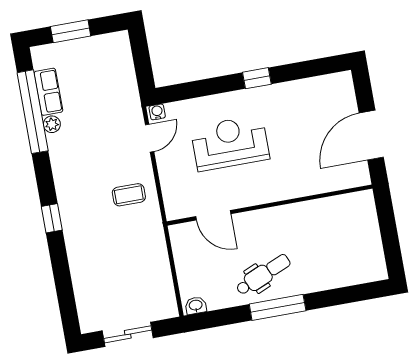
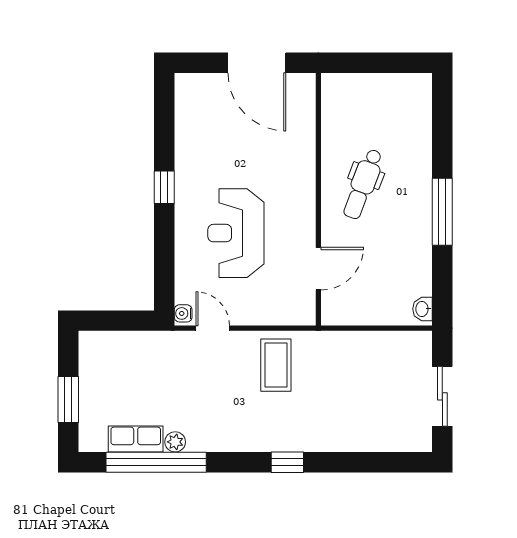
coffee table: (129, 195) -> (276, 365), width x1.36, depth x1.30
dental chair: (263, 275) -> (363, 184), moved, turned -136

